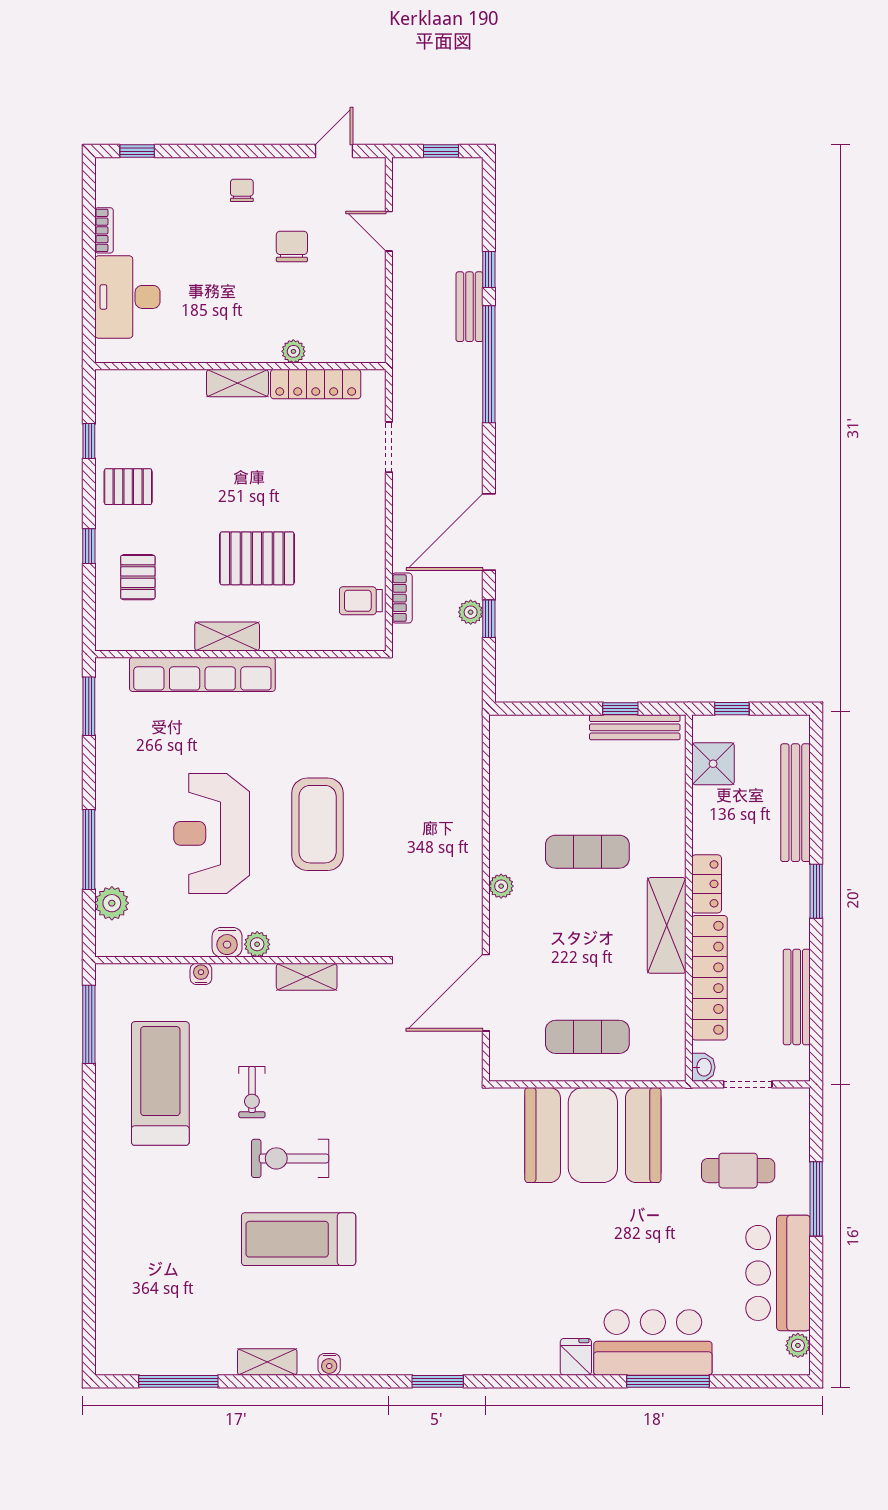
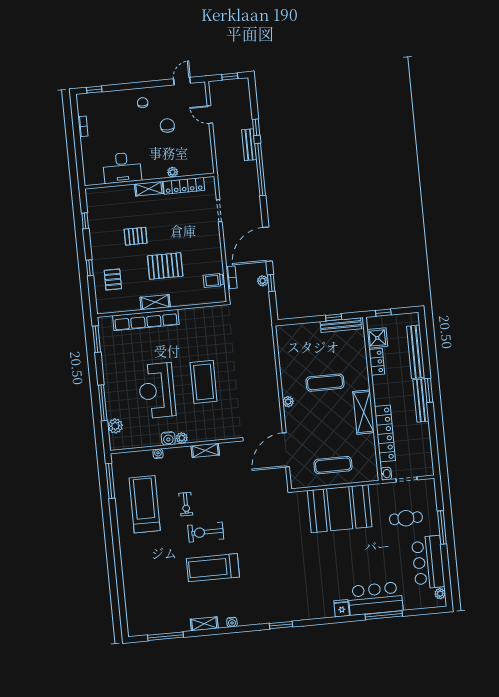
desk: (127, 297) -> (122, 168), moved, turned -90
pallet: (128, 487) -> (136, 236), moved
locker: (707, 884) -> (377, 362), moved
bench: (797, 997) -> (421, 400), moved

